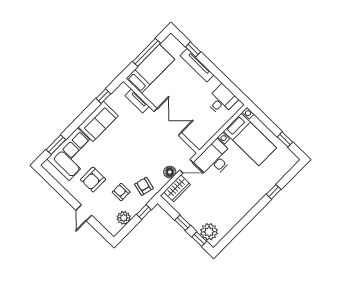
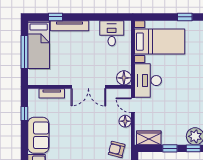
bed: (150, 69) -> (39, 45), moved, turned 180
double door: (168, 122) -> (88, 87), swing flipped
floor lamp: (199, 140) -> (124, 78), added
door: (186, 166) -> (133, 105), swing flipped
wardrobe: (177, 188) -> (149, 138), moved, turned -90

